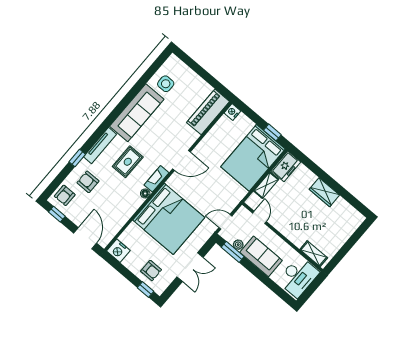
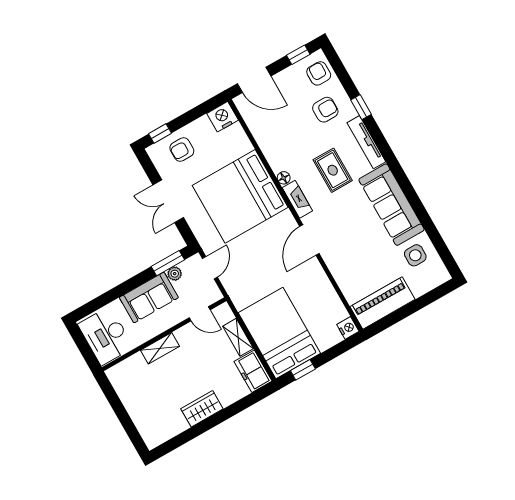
piano: (208, 112) -> (383, 303), moved, turned -90
shelving: (314, 254) -> (160, 348), moved

